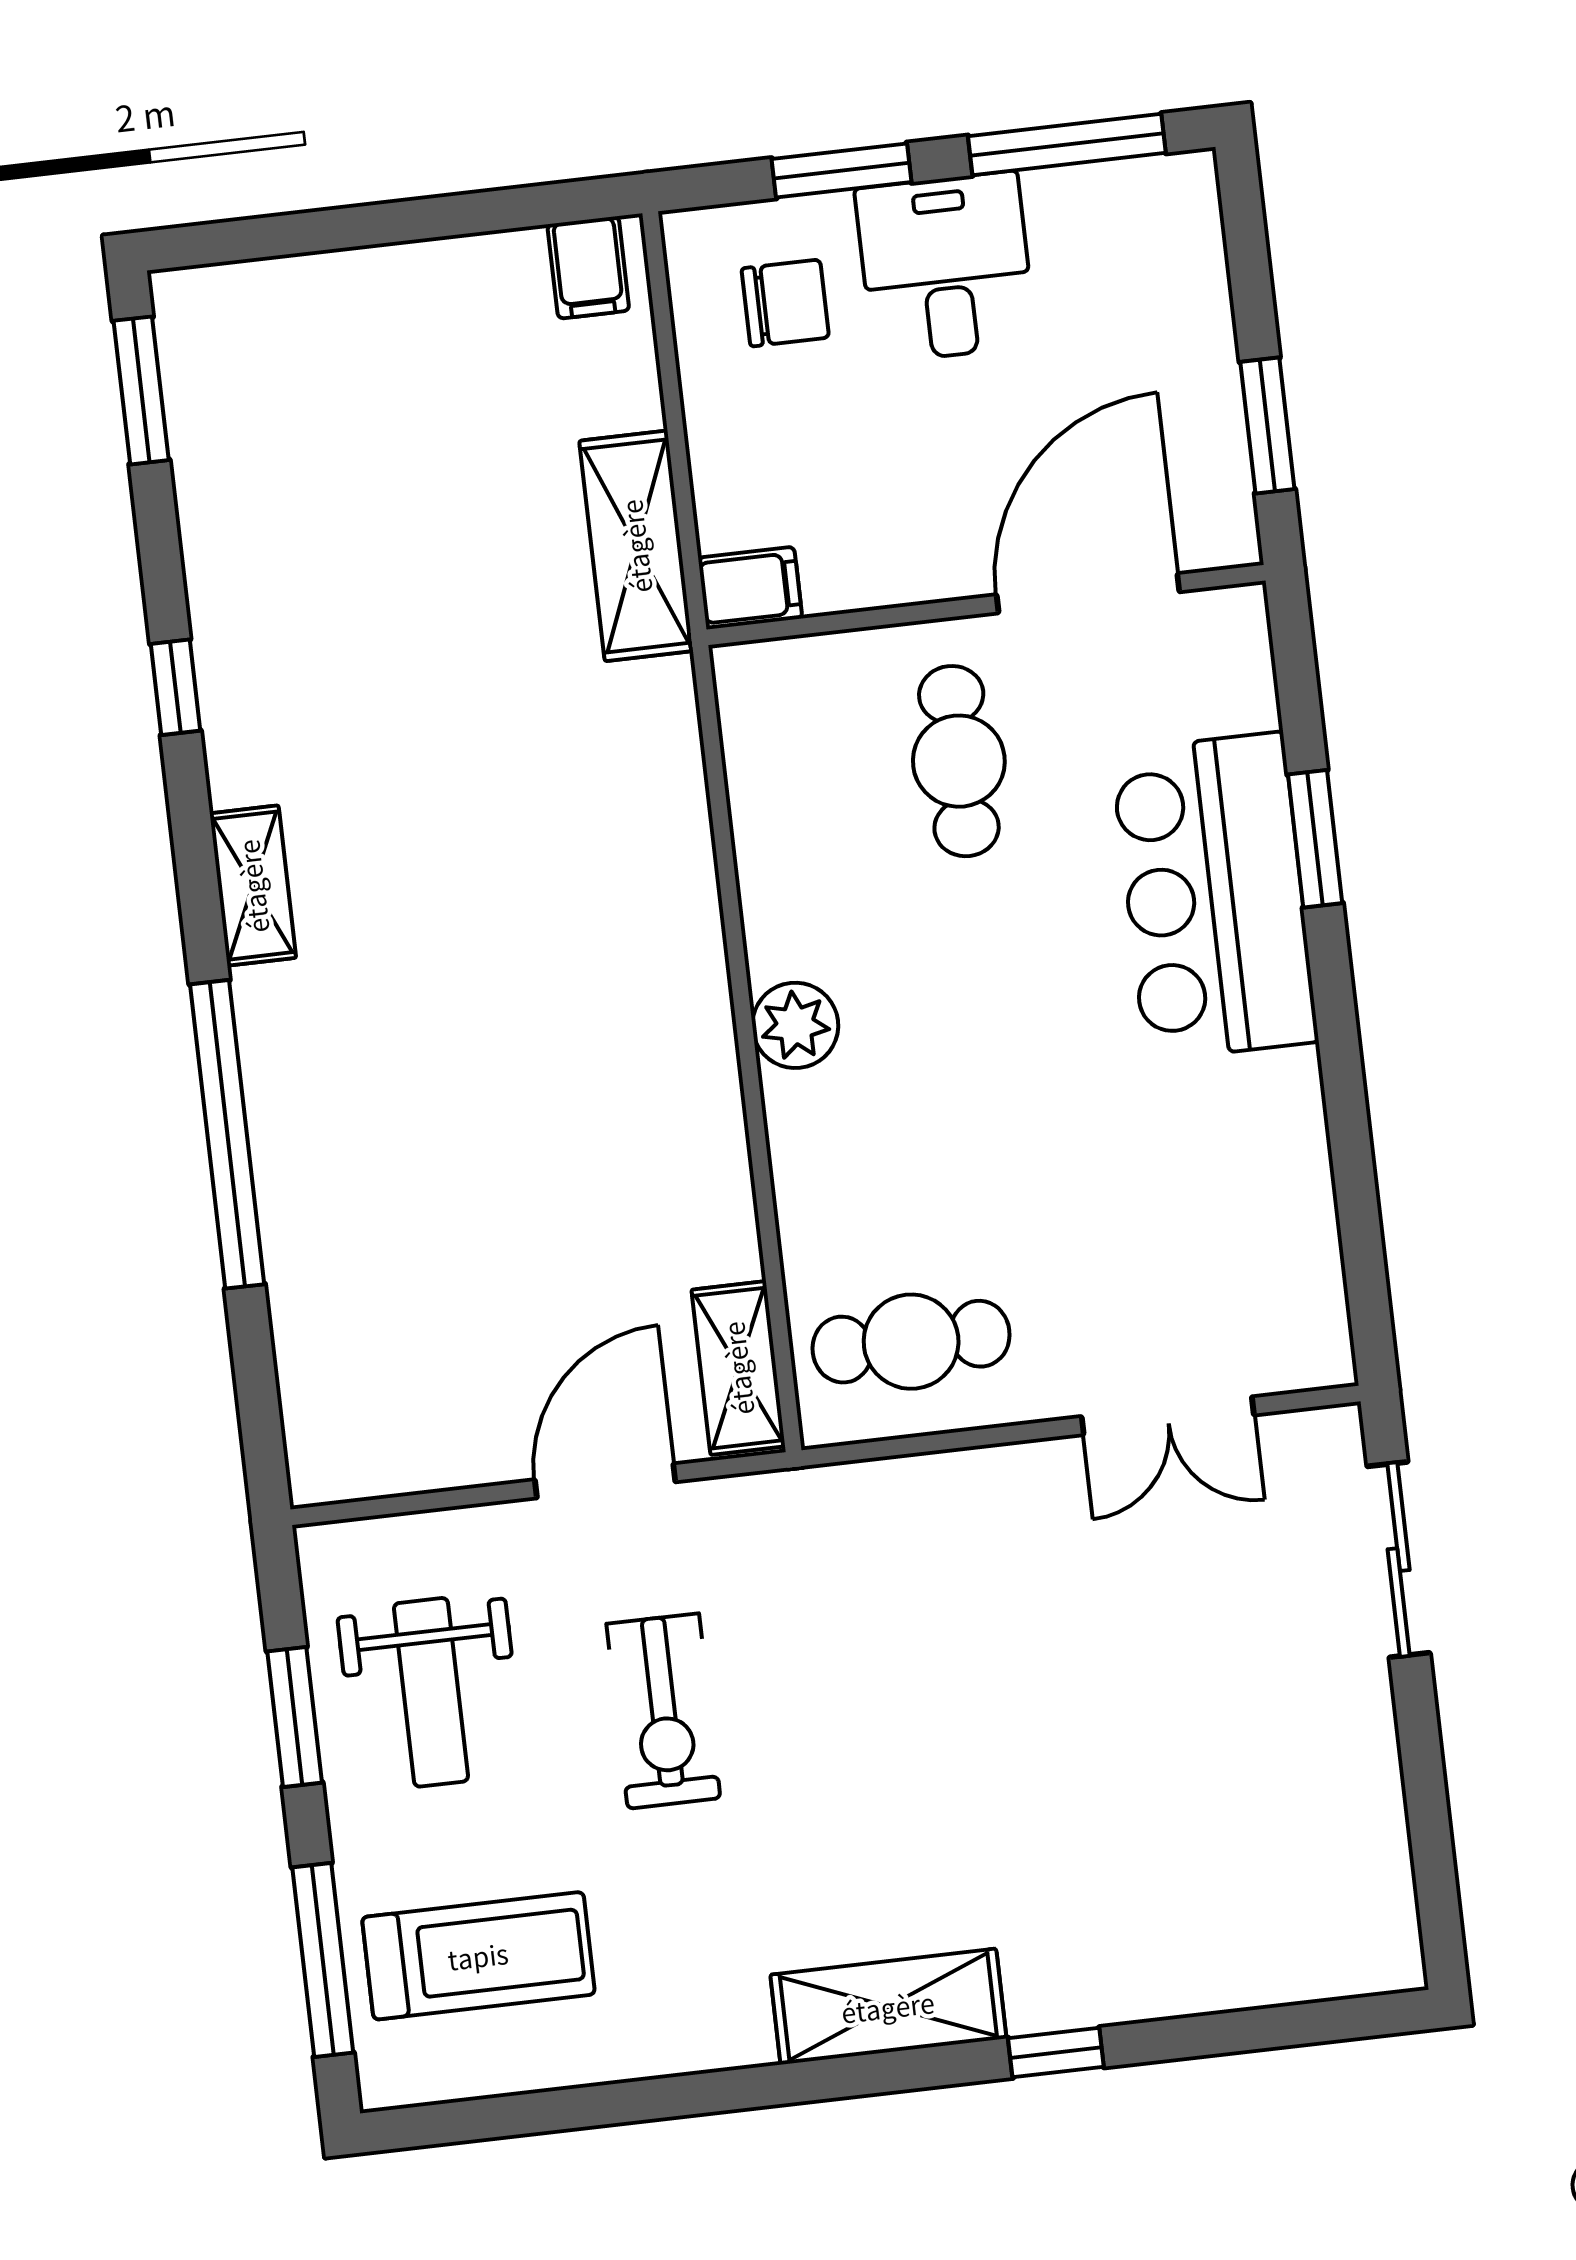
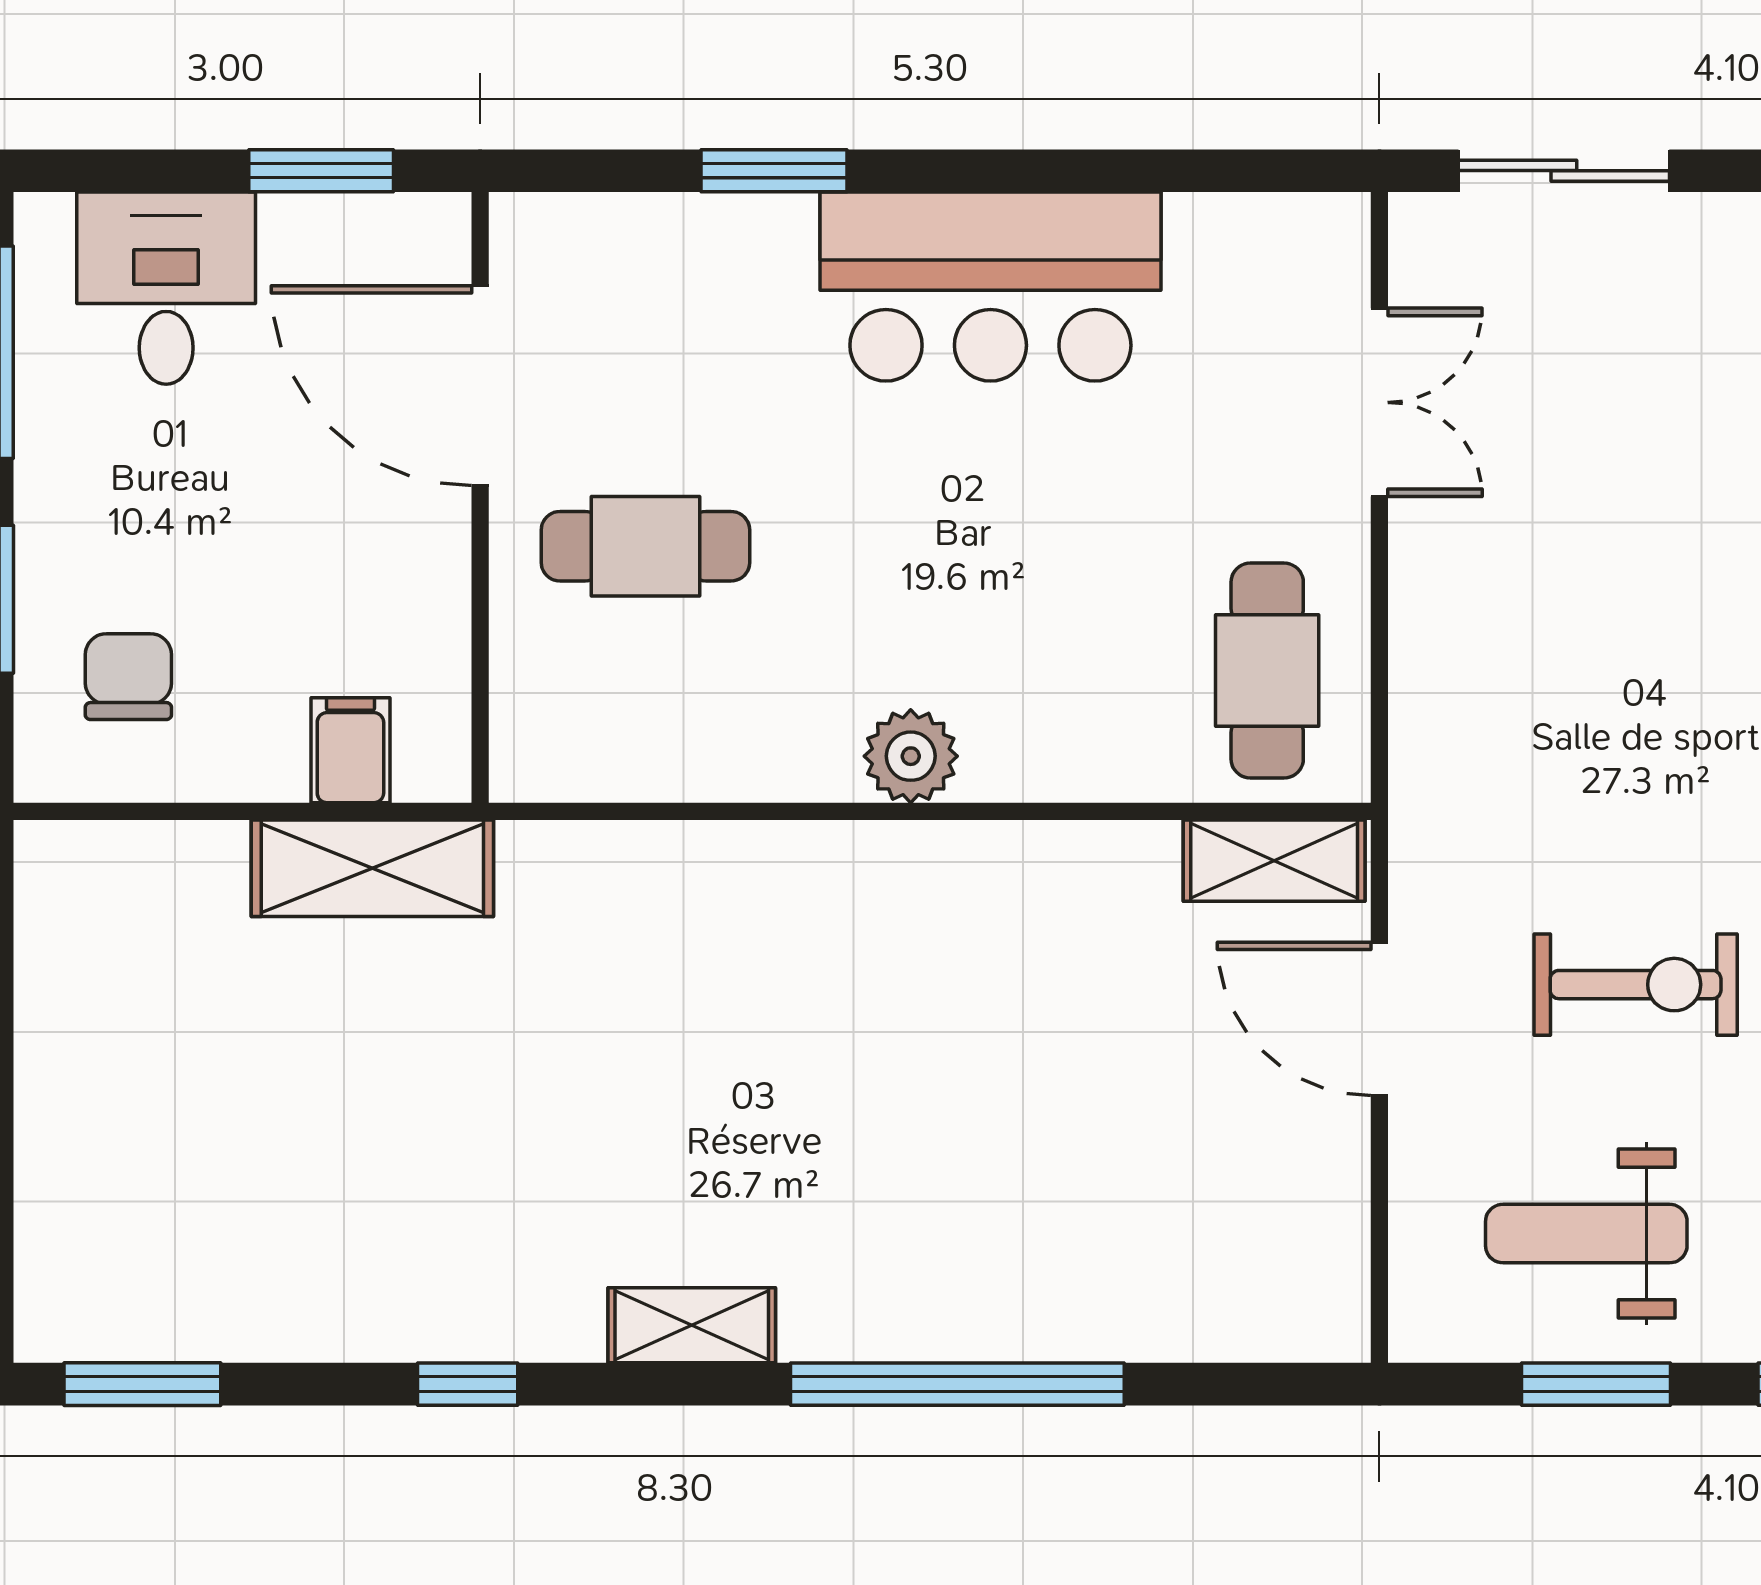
filing cabinet: (588, 267) -> (65, 885), removed
desk: (946, 267) -> (166, 288), moved, turned 90
filing cabinet: (750, 588) -> (350, 750), moved
bar counter: (1215, 896) -> (990, 287), moved
weight bench: (431, 1692) -> (1586, 1234), turned 180

